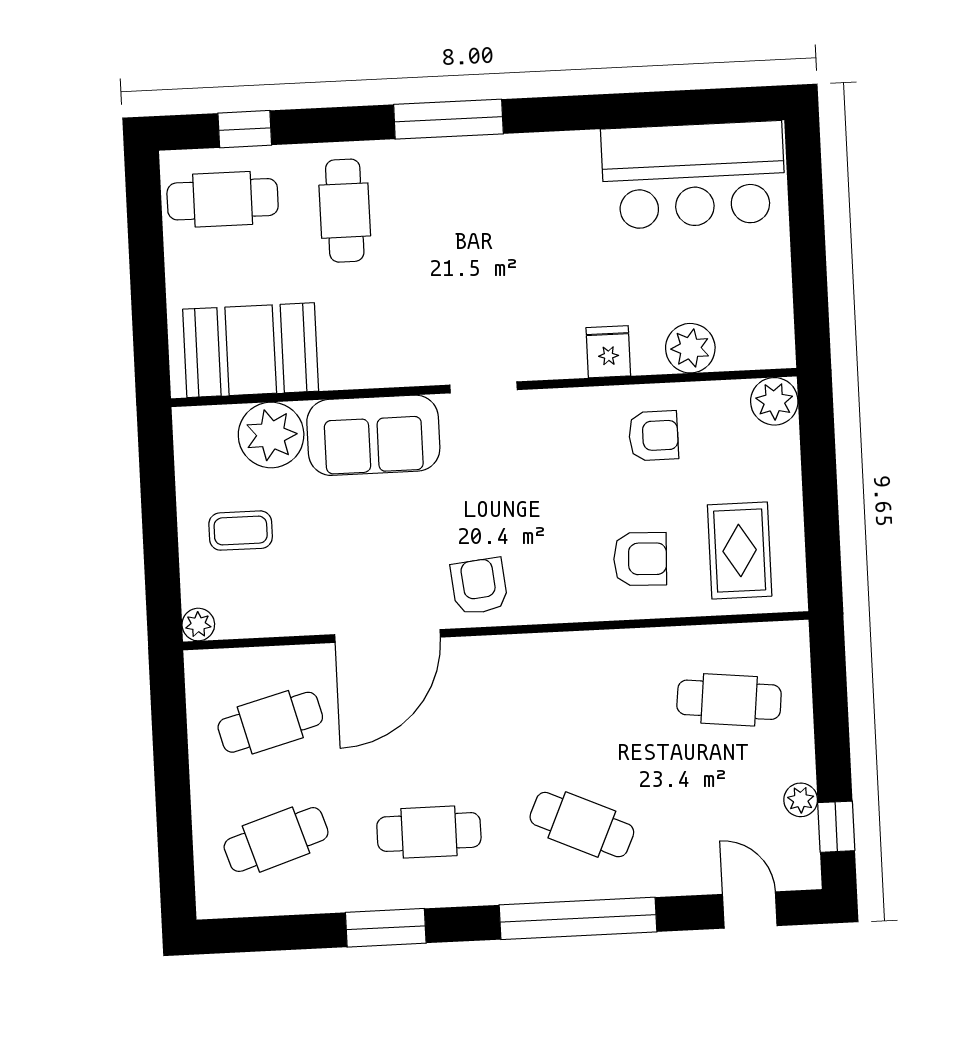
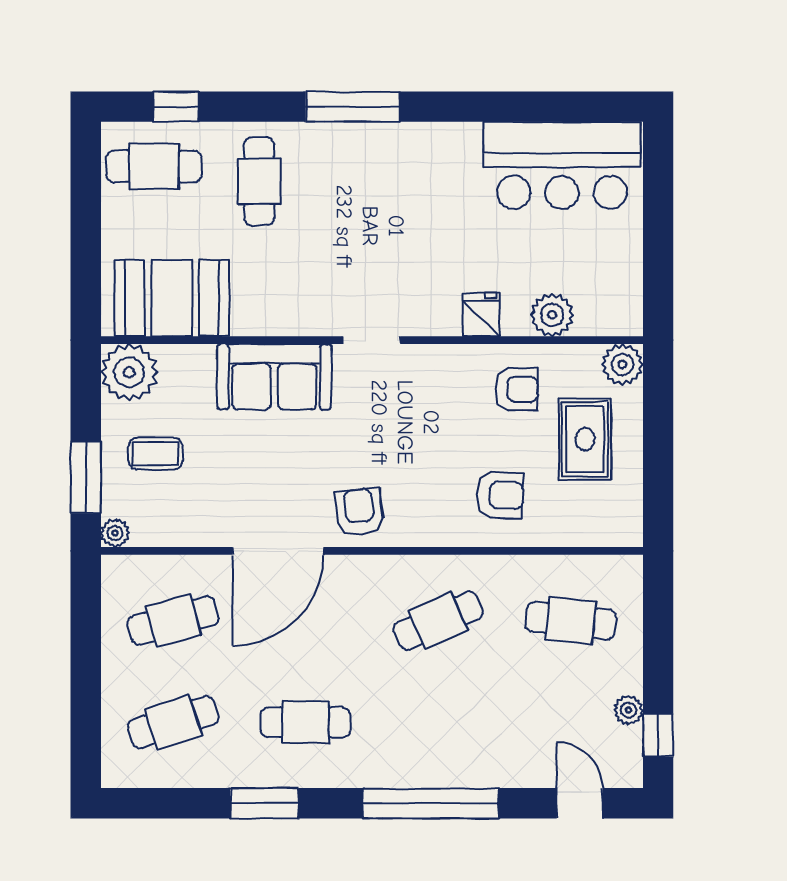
plant: (271, 435) -> (129, 372), moved
rug: (740, 550) -> (585, 439), moved
window: (161, 562) -> (86, 477), added
cafe table: (582, 825) -> (438, 621), moved, turned -48

